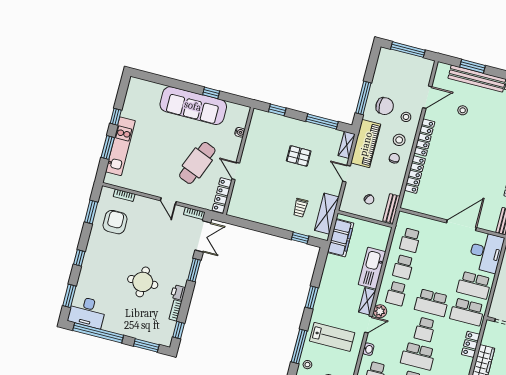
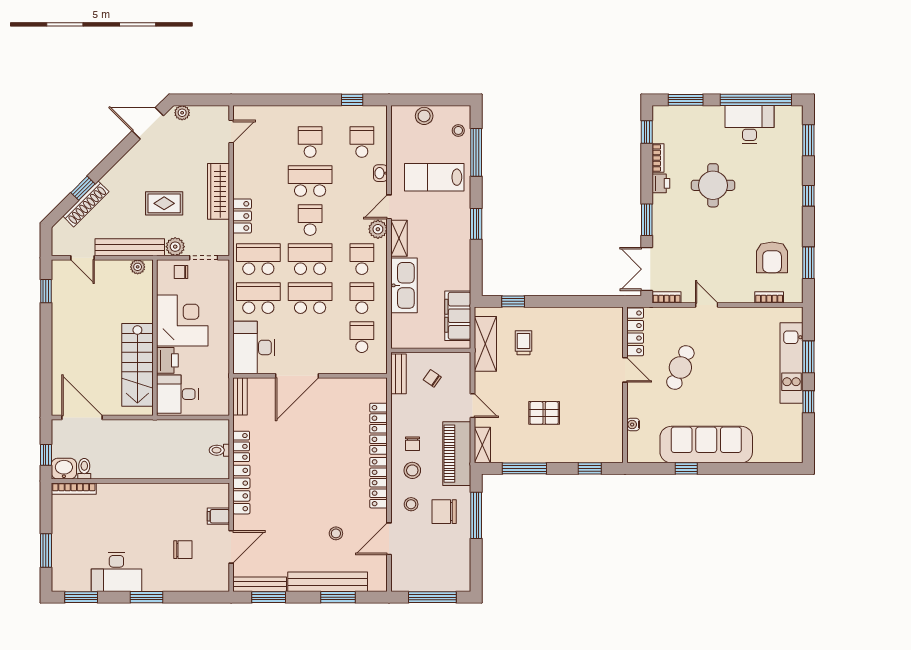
cafe table: (197, 163) -> (680, 368), width x0.73, depth x0.74
school desk: (439, 276) -> (310, 298), added
desk: (87, 312) -> (749, 124), moved

